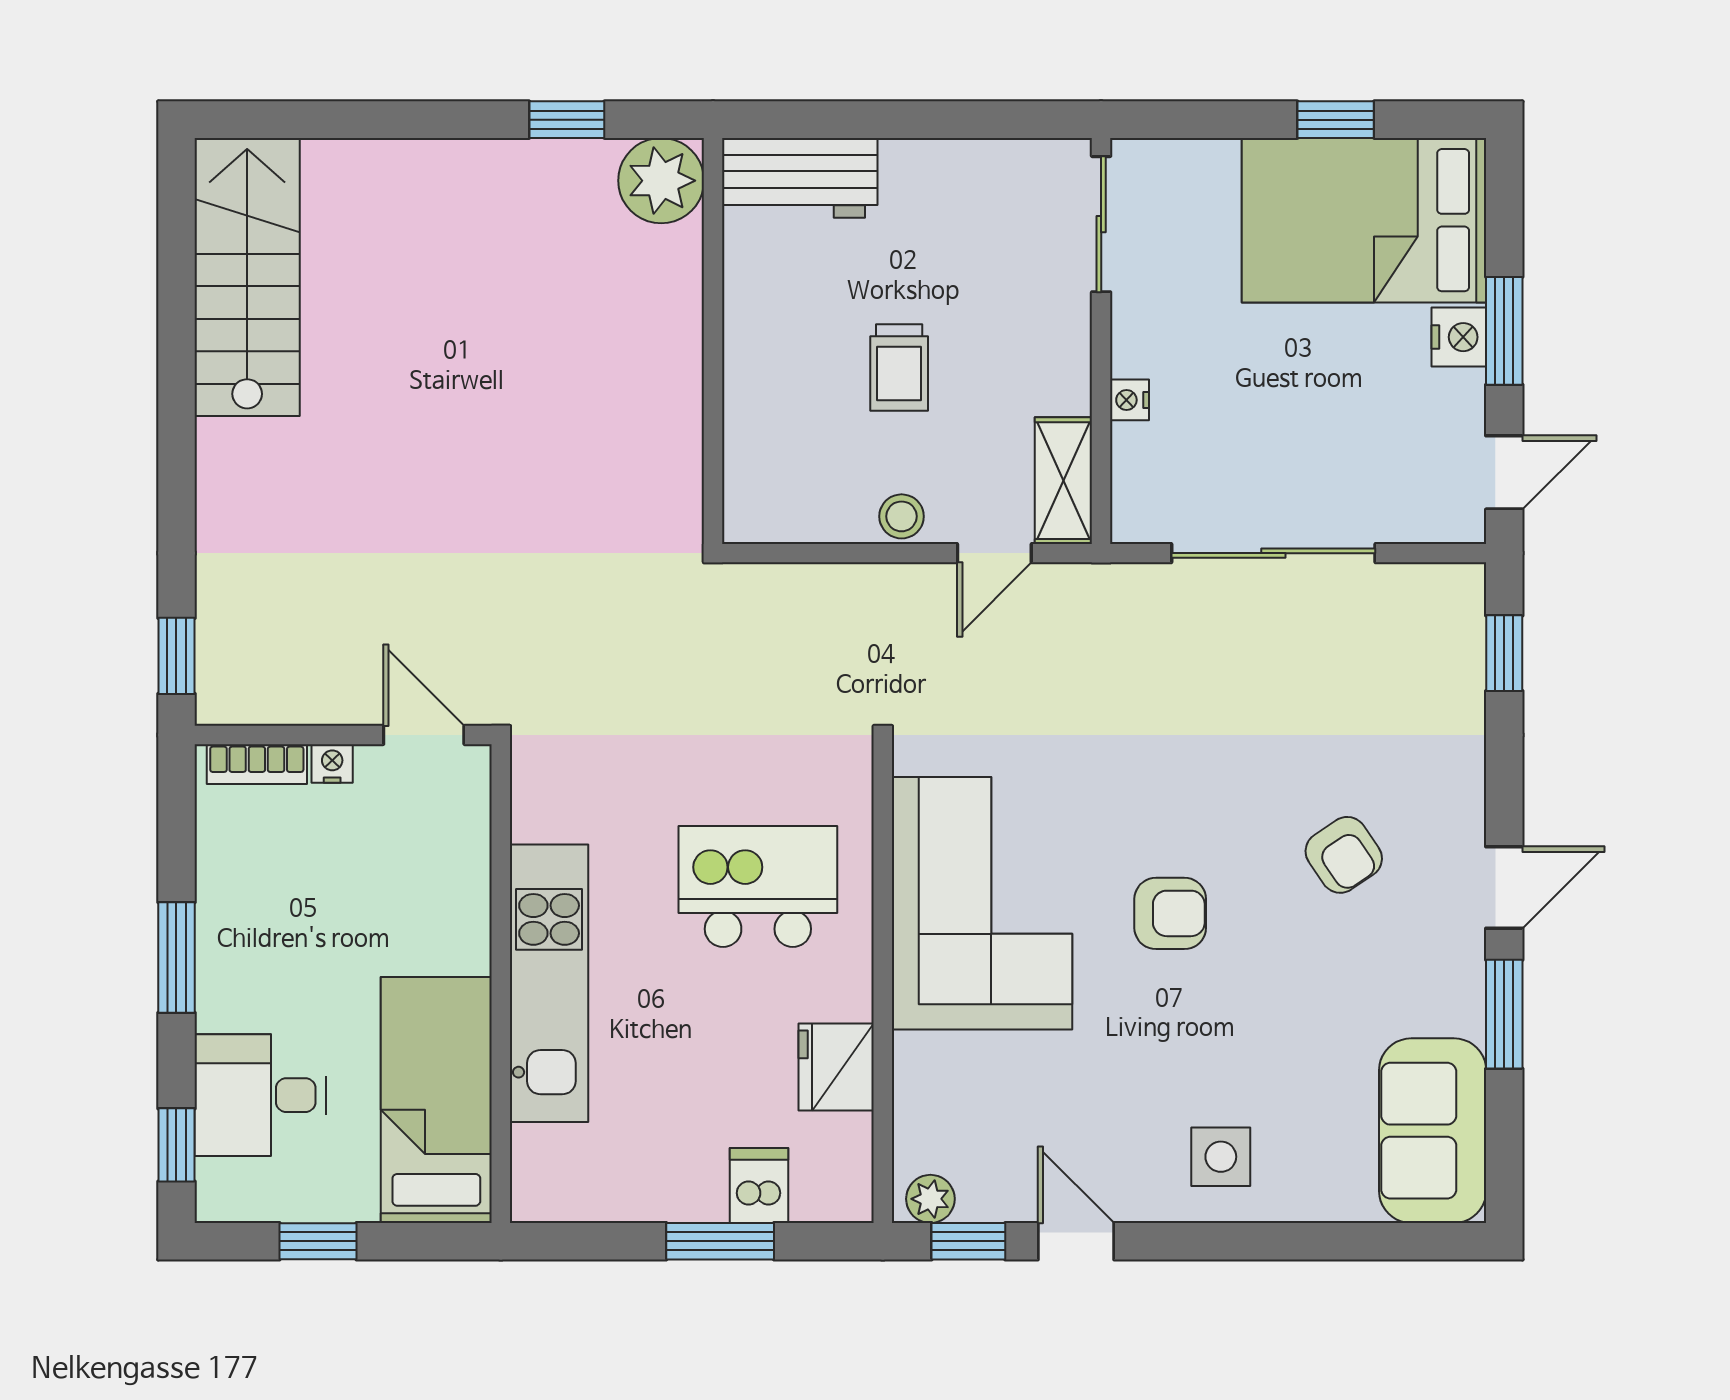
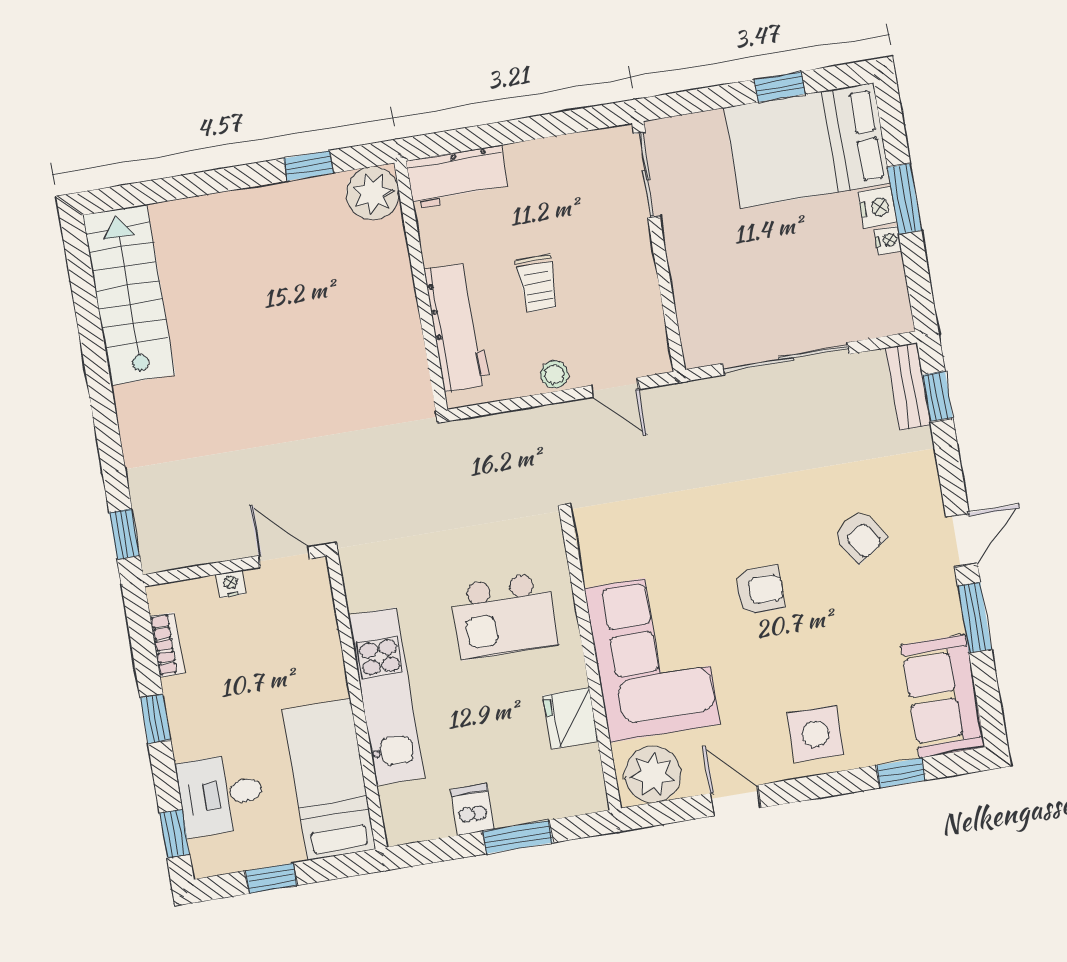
nightstand: (1130, 400) -> (888, 240), moved, turned 180
workbench: (760, 416) -> (457, 327), added
door: (1504, 472) -> (919, 286), removed
shelving: (1063, 481) -> (650, 336), removed
door: (994, 553) -> (615, 387), hinge flipped
bench: (1460, 630) -> (908, 387), added
bookcase: (257, 764) -> (167, 645), moved, turned -90
kitchen island: (758, 886) -> (504, 616), turned 180
corner sofa: (982, 903) -> (652, 656), moved
window: (176, 957) -> (155, 719), width x0.67
side table: (1221, 1157) -> (816, 734), width x1.37, depth x1.37
dishwasher: (759, 1185) -> (473, 809), moved
plant: (930, 1199) -> (653, 774), width x1.87, depth x1.87
window: (968, 1241) -> (901, 773), moved

